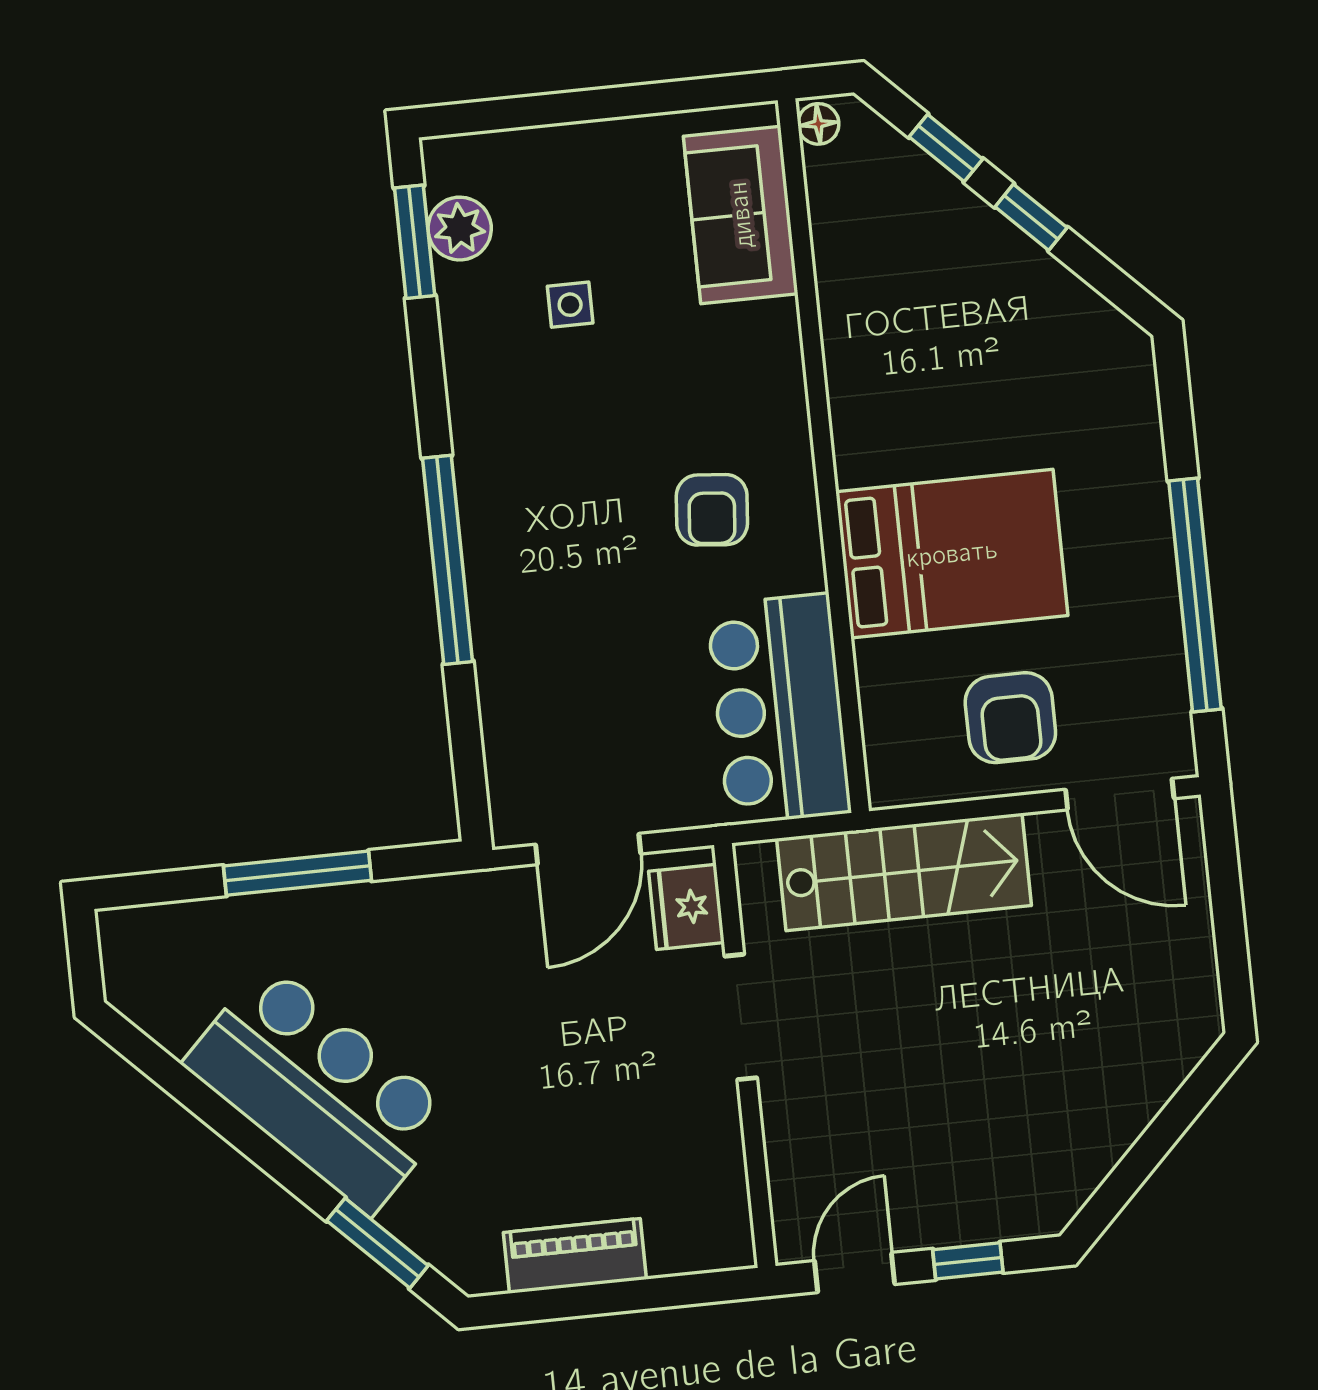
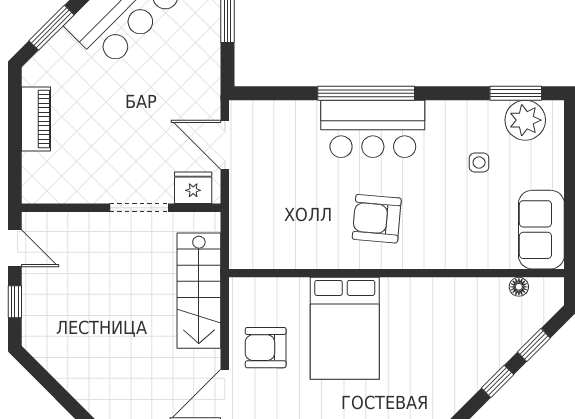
floor lamp: (818, 124) -> (519, 287), moved
sofa: (741, 215) -> (541, 230), moved, turned -90
plant: (460, 229) -> (525, 120), width x1.36, depth x1.36
armchair: (712, 510) -> (377, 219), width x1.38, depth x1.38
bar counter: (779, 709) -> (373, 129), moved, turned 180

